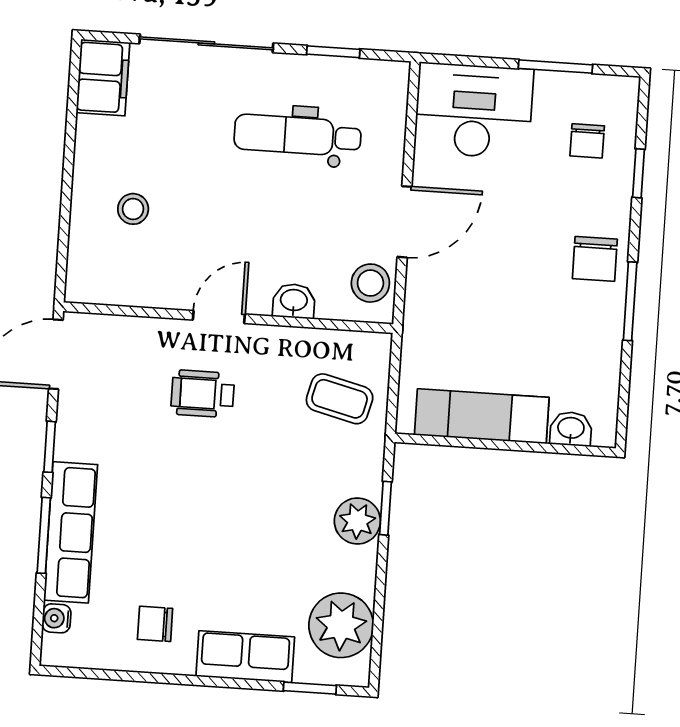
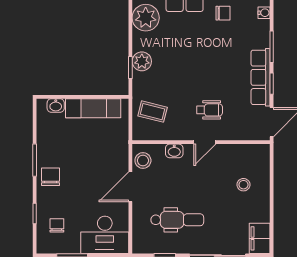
row of seats: (71, 532) -> (260, 77), moved

